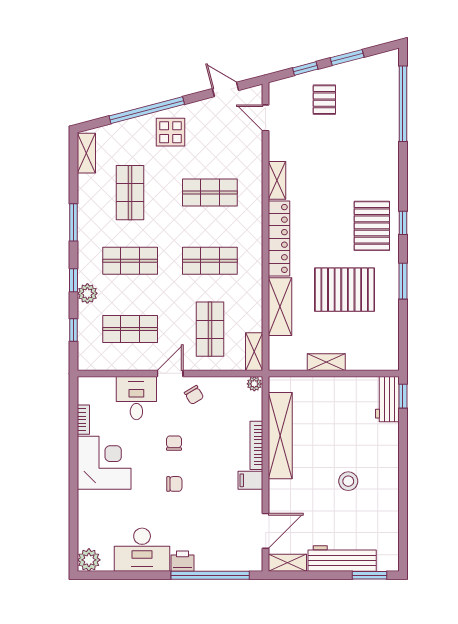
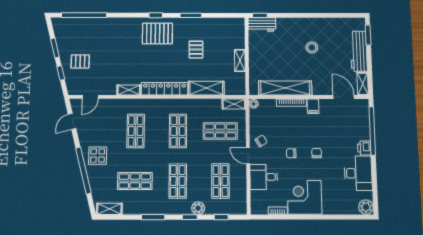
pallet: (345, 290) -> (196, 50), width x0.49, depth x0.50

